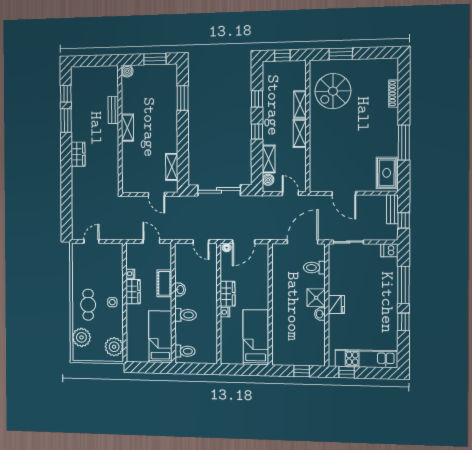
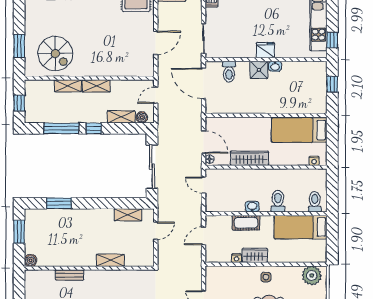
window: (257, 99) -> (61, 128), width x2.17
shelving: (127, 128) -> (110, 260), moved
door: (201, 242) -> (204, 185), swing flipped
wardrobe: (228, 294) -> (250, 158), width x1.50
nightstand: (225, 312) -> (314, 161), moved

